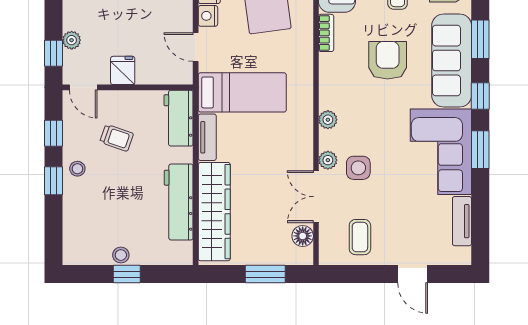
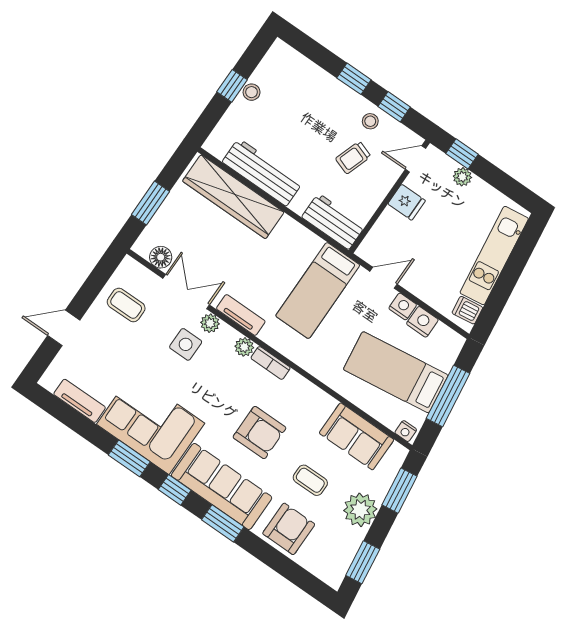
bookcase: (326, 33) -> (271, 363), moved
tv unit: (207, 137) -> (241, 315), moved, turned 180
stool: (77, 169) -> (370, 121), moved

